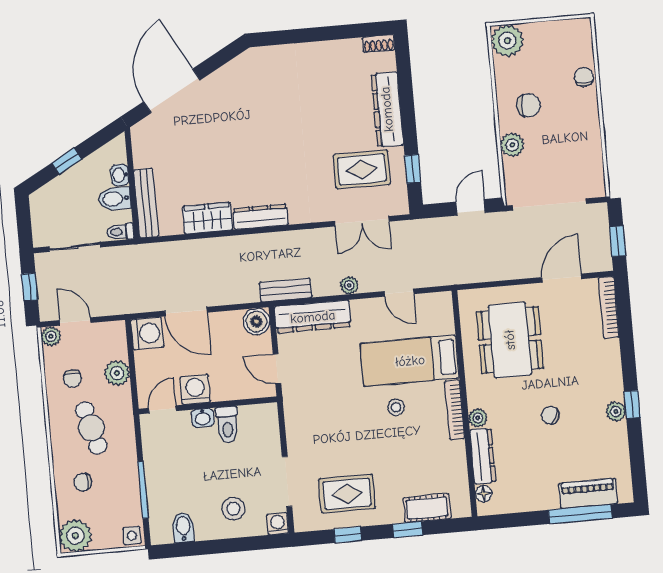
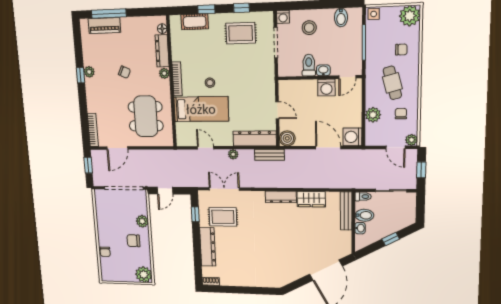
washing machine: (195, 390) -> (326, 88), moved
wall: (208, 405) -> (320, 78), moved
door: (162, 409) -> (347, 77), moved
washbasin: (203, 418) -> (323, 70), moved
toilet: (227, 425) -> (309, 65), moved

